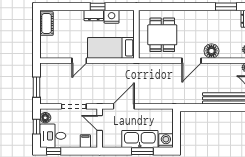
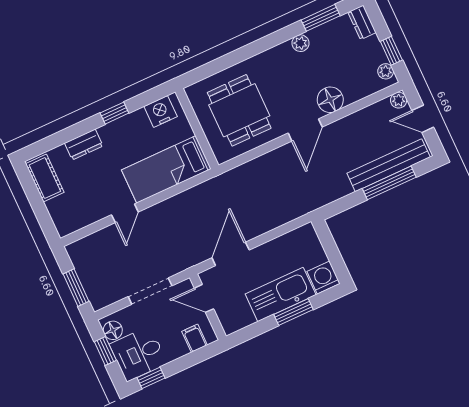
dresser: (94, 15) -> (84, 144), moved
plant: (210, 15) -> (300, 43), added
nightstand: (112, 17) -> (161, 111), moved
window: (222, 108) -> (389, 183), added

